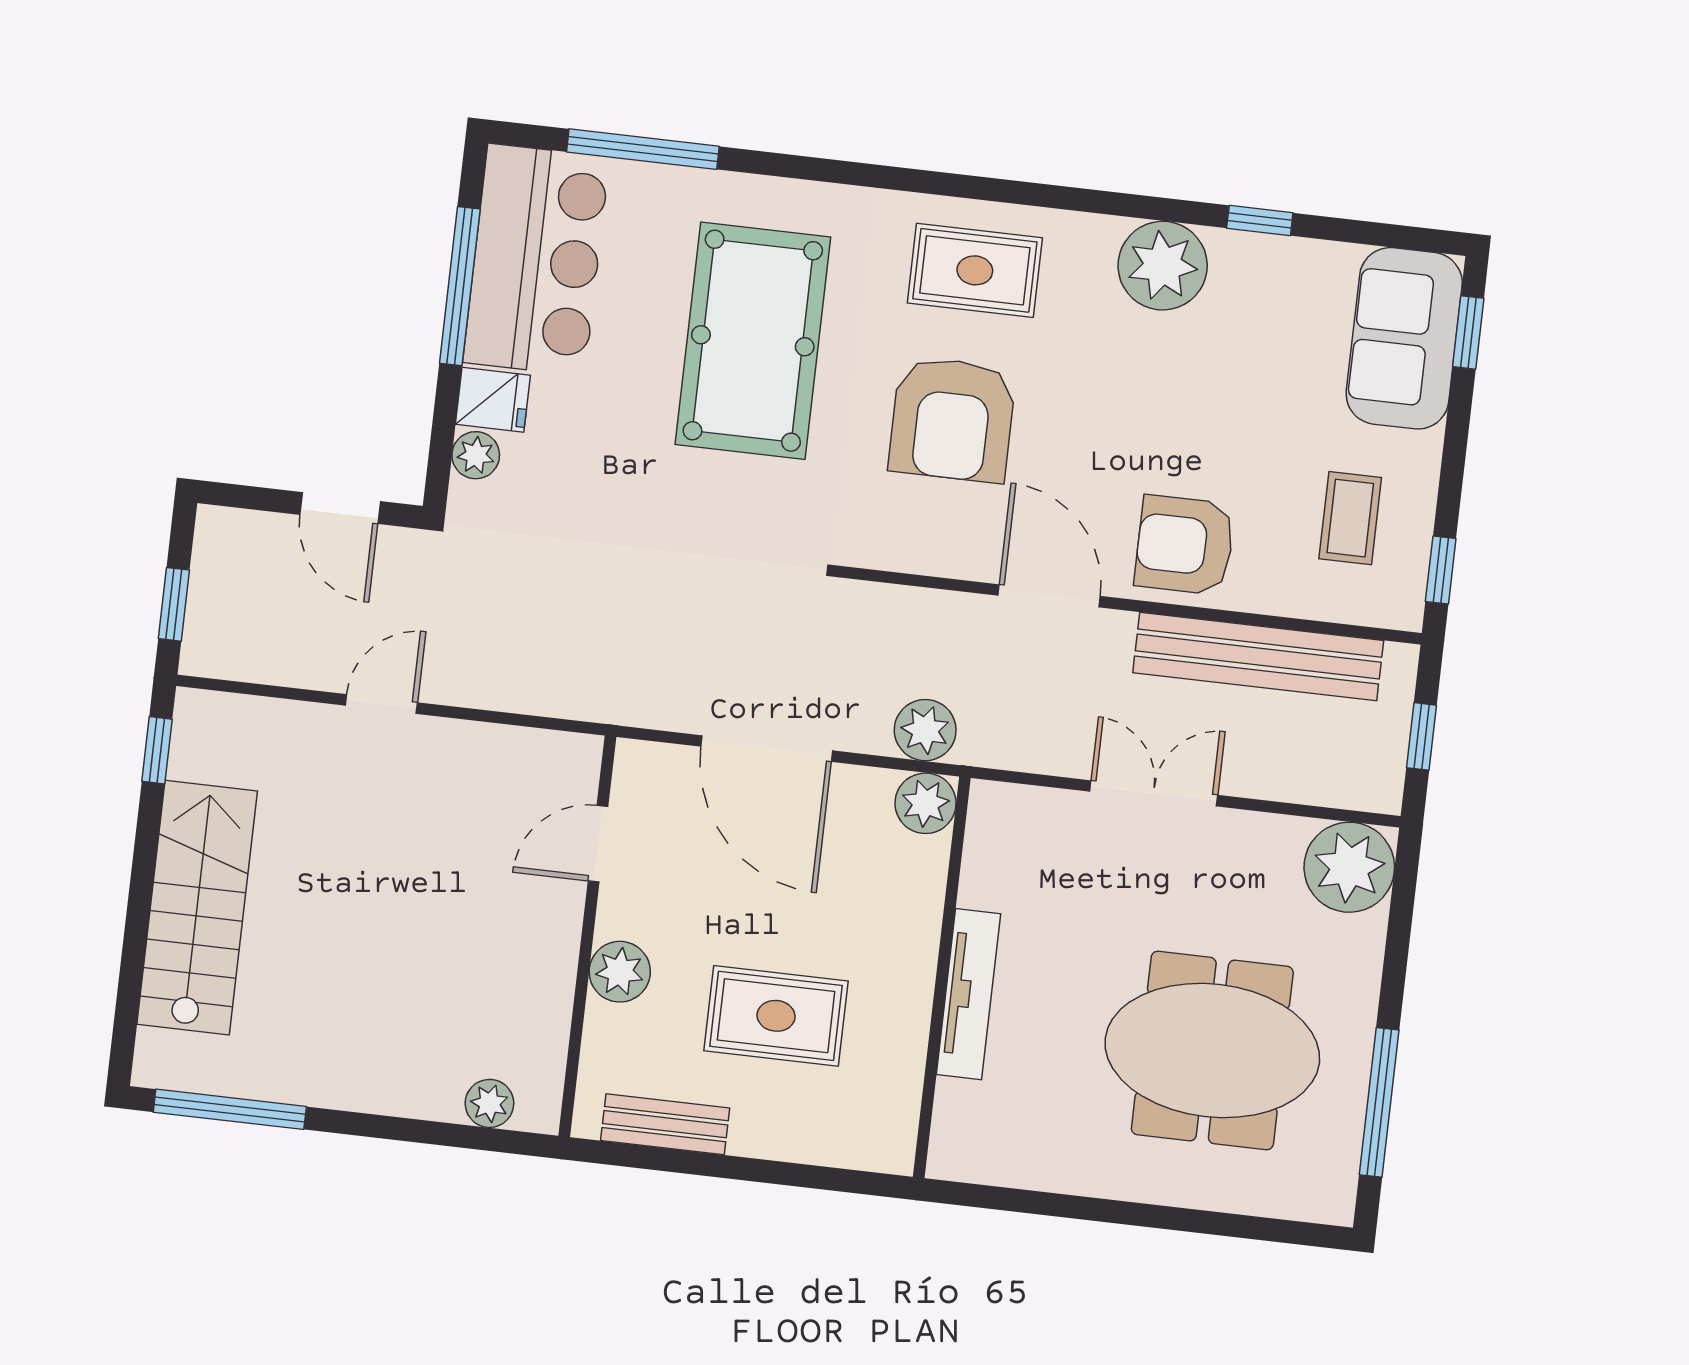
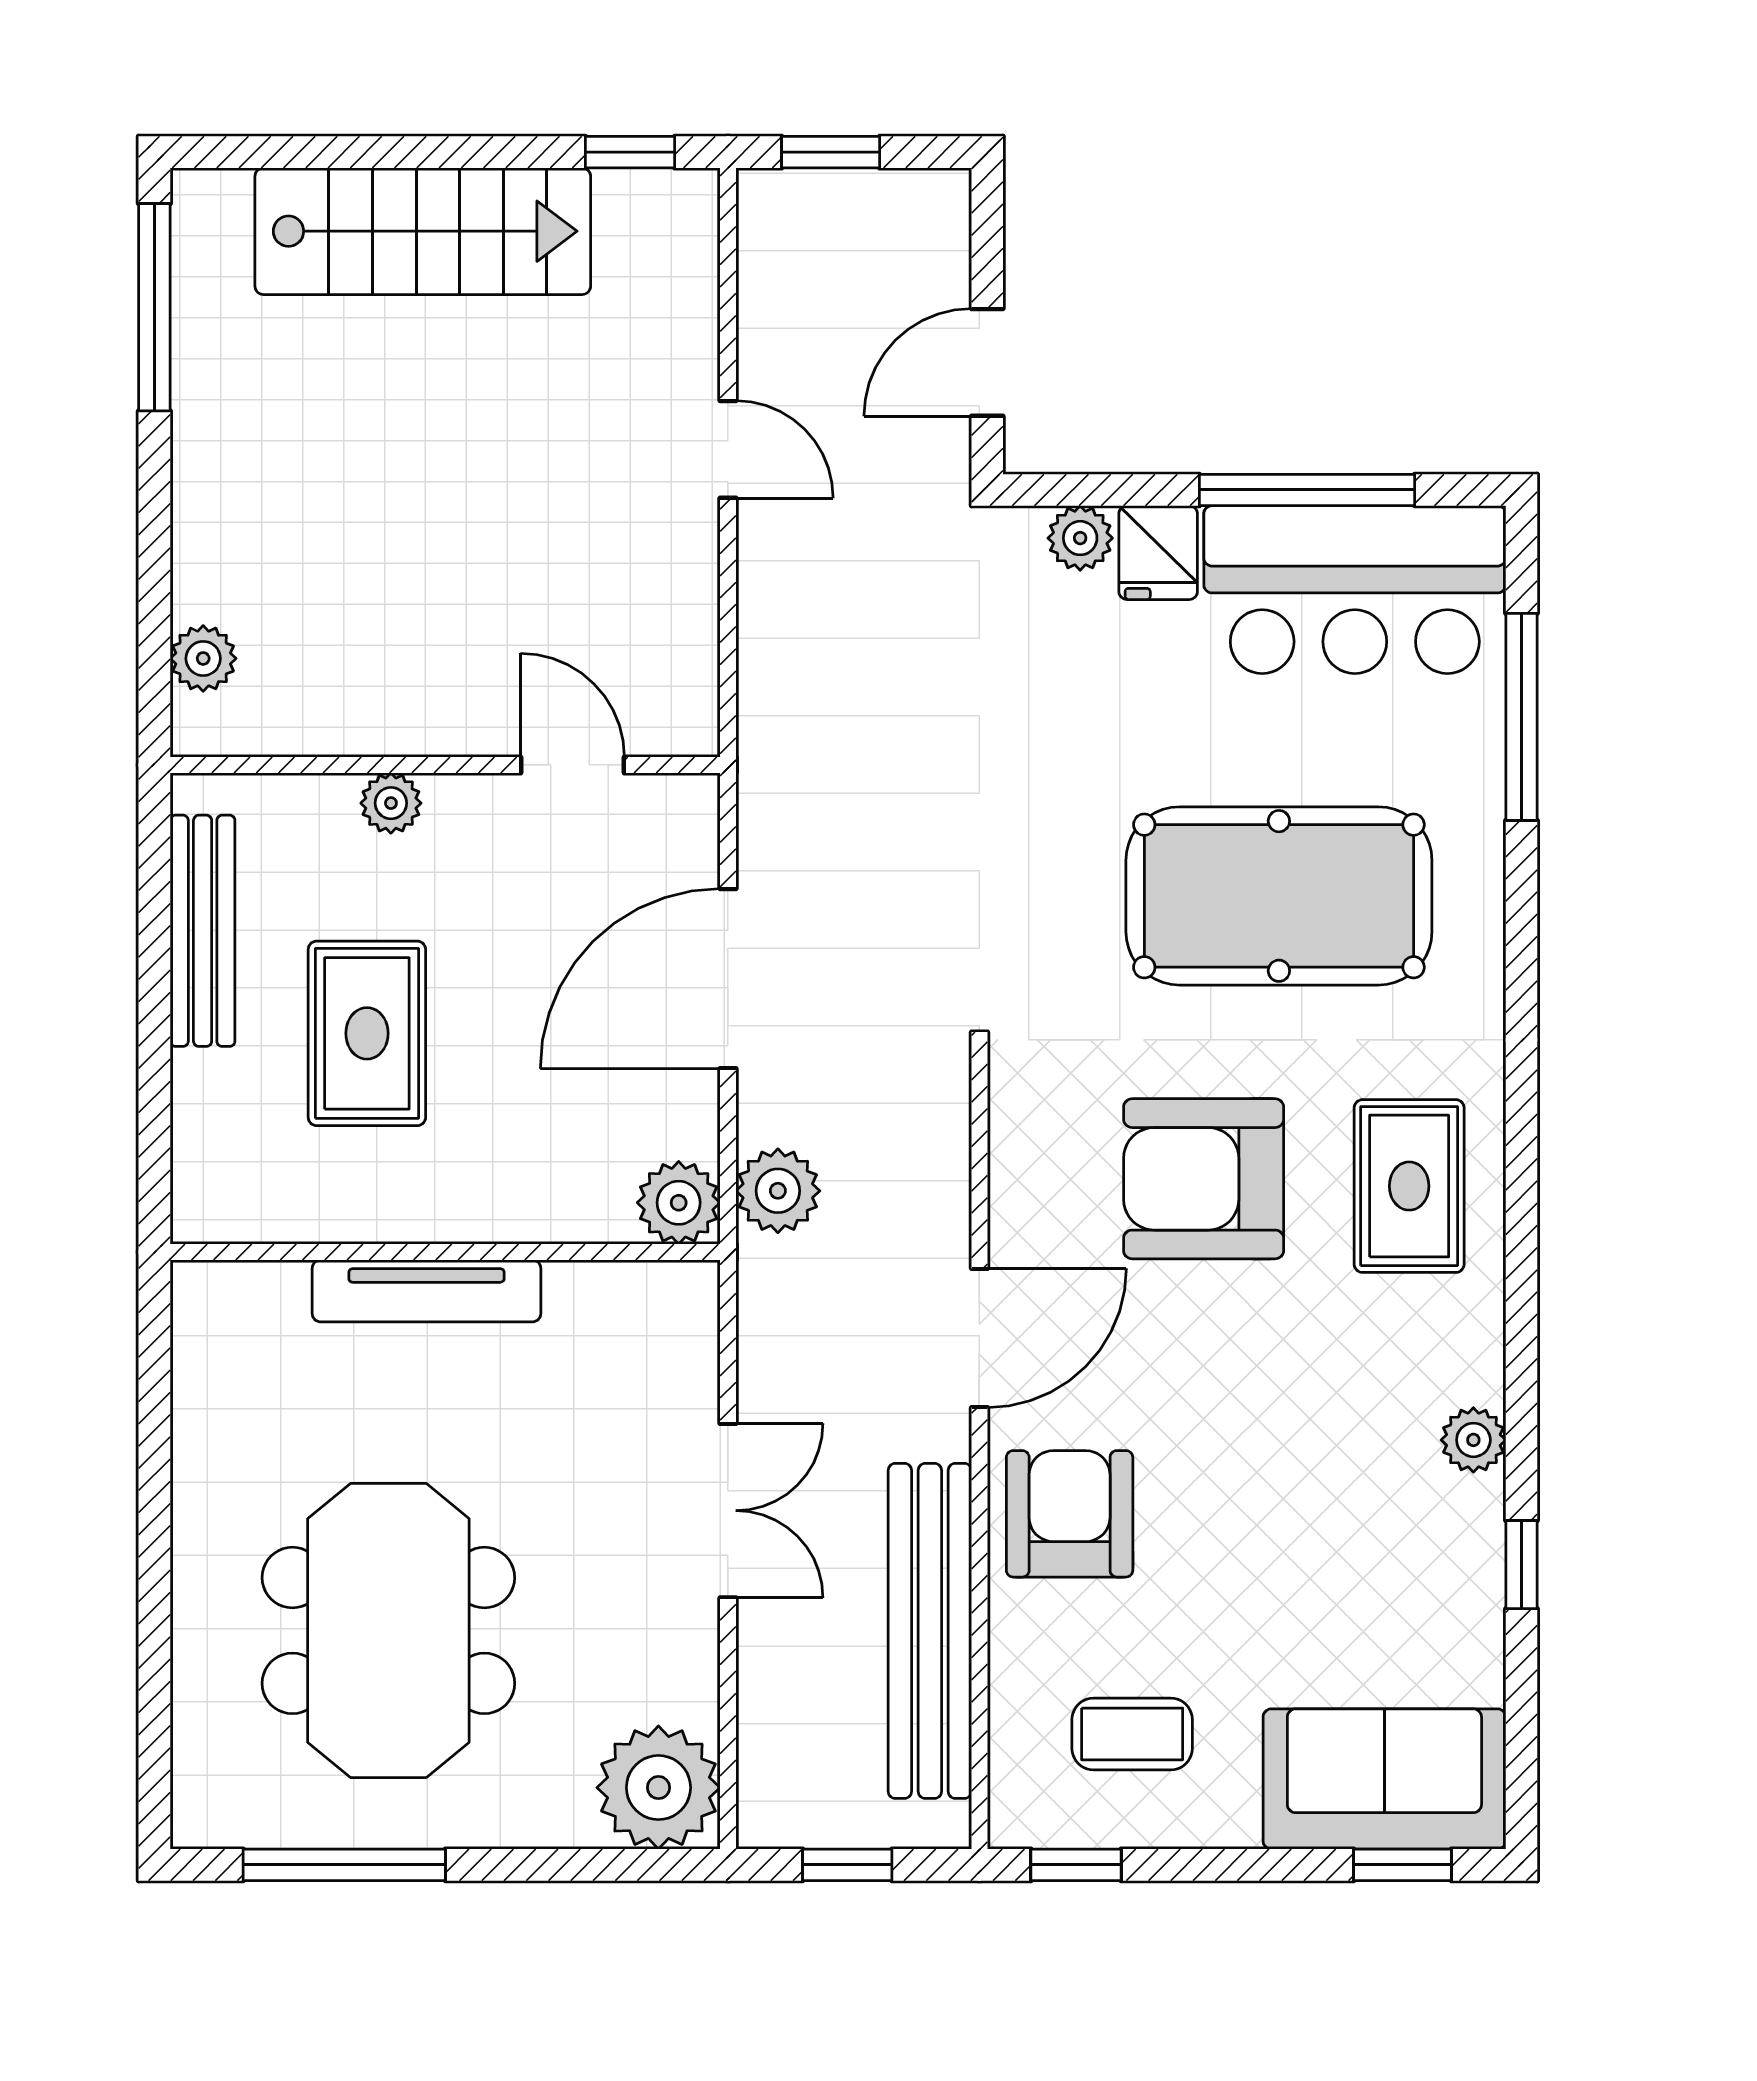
plant: (1163, 266) -> (1473, 1440), width x0.53, depth x0.53
plant: (620, 972) -> (391, 803), width x0.73, depth x0.73
bench: (665, 1124) -> (203, 931), width x1.36

